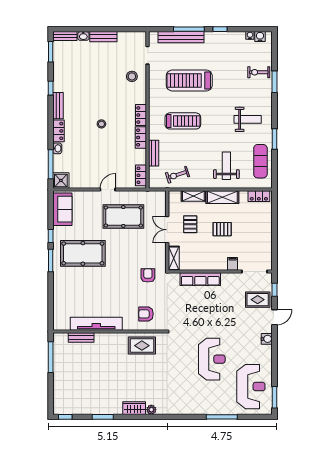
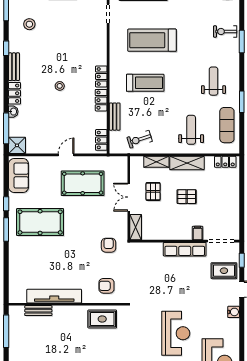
stool: (132, 76) -> (29, 24), moved
weight bench: (248, 119) -> (213, 81), turned -90
row of seats: (200, 279) -> (185, 249), moved

